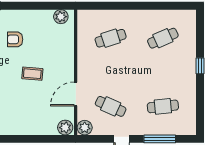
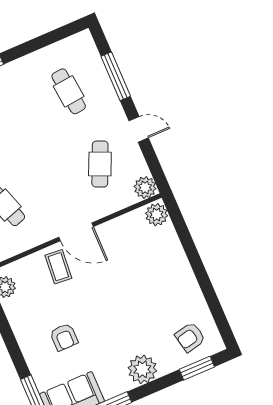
coffee table: (32, 74) -> (58, 267), moved
door: (76, 94) -> (76, 232), moved

